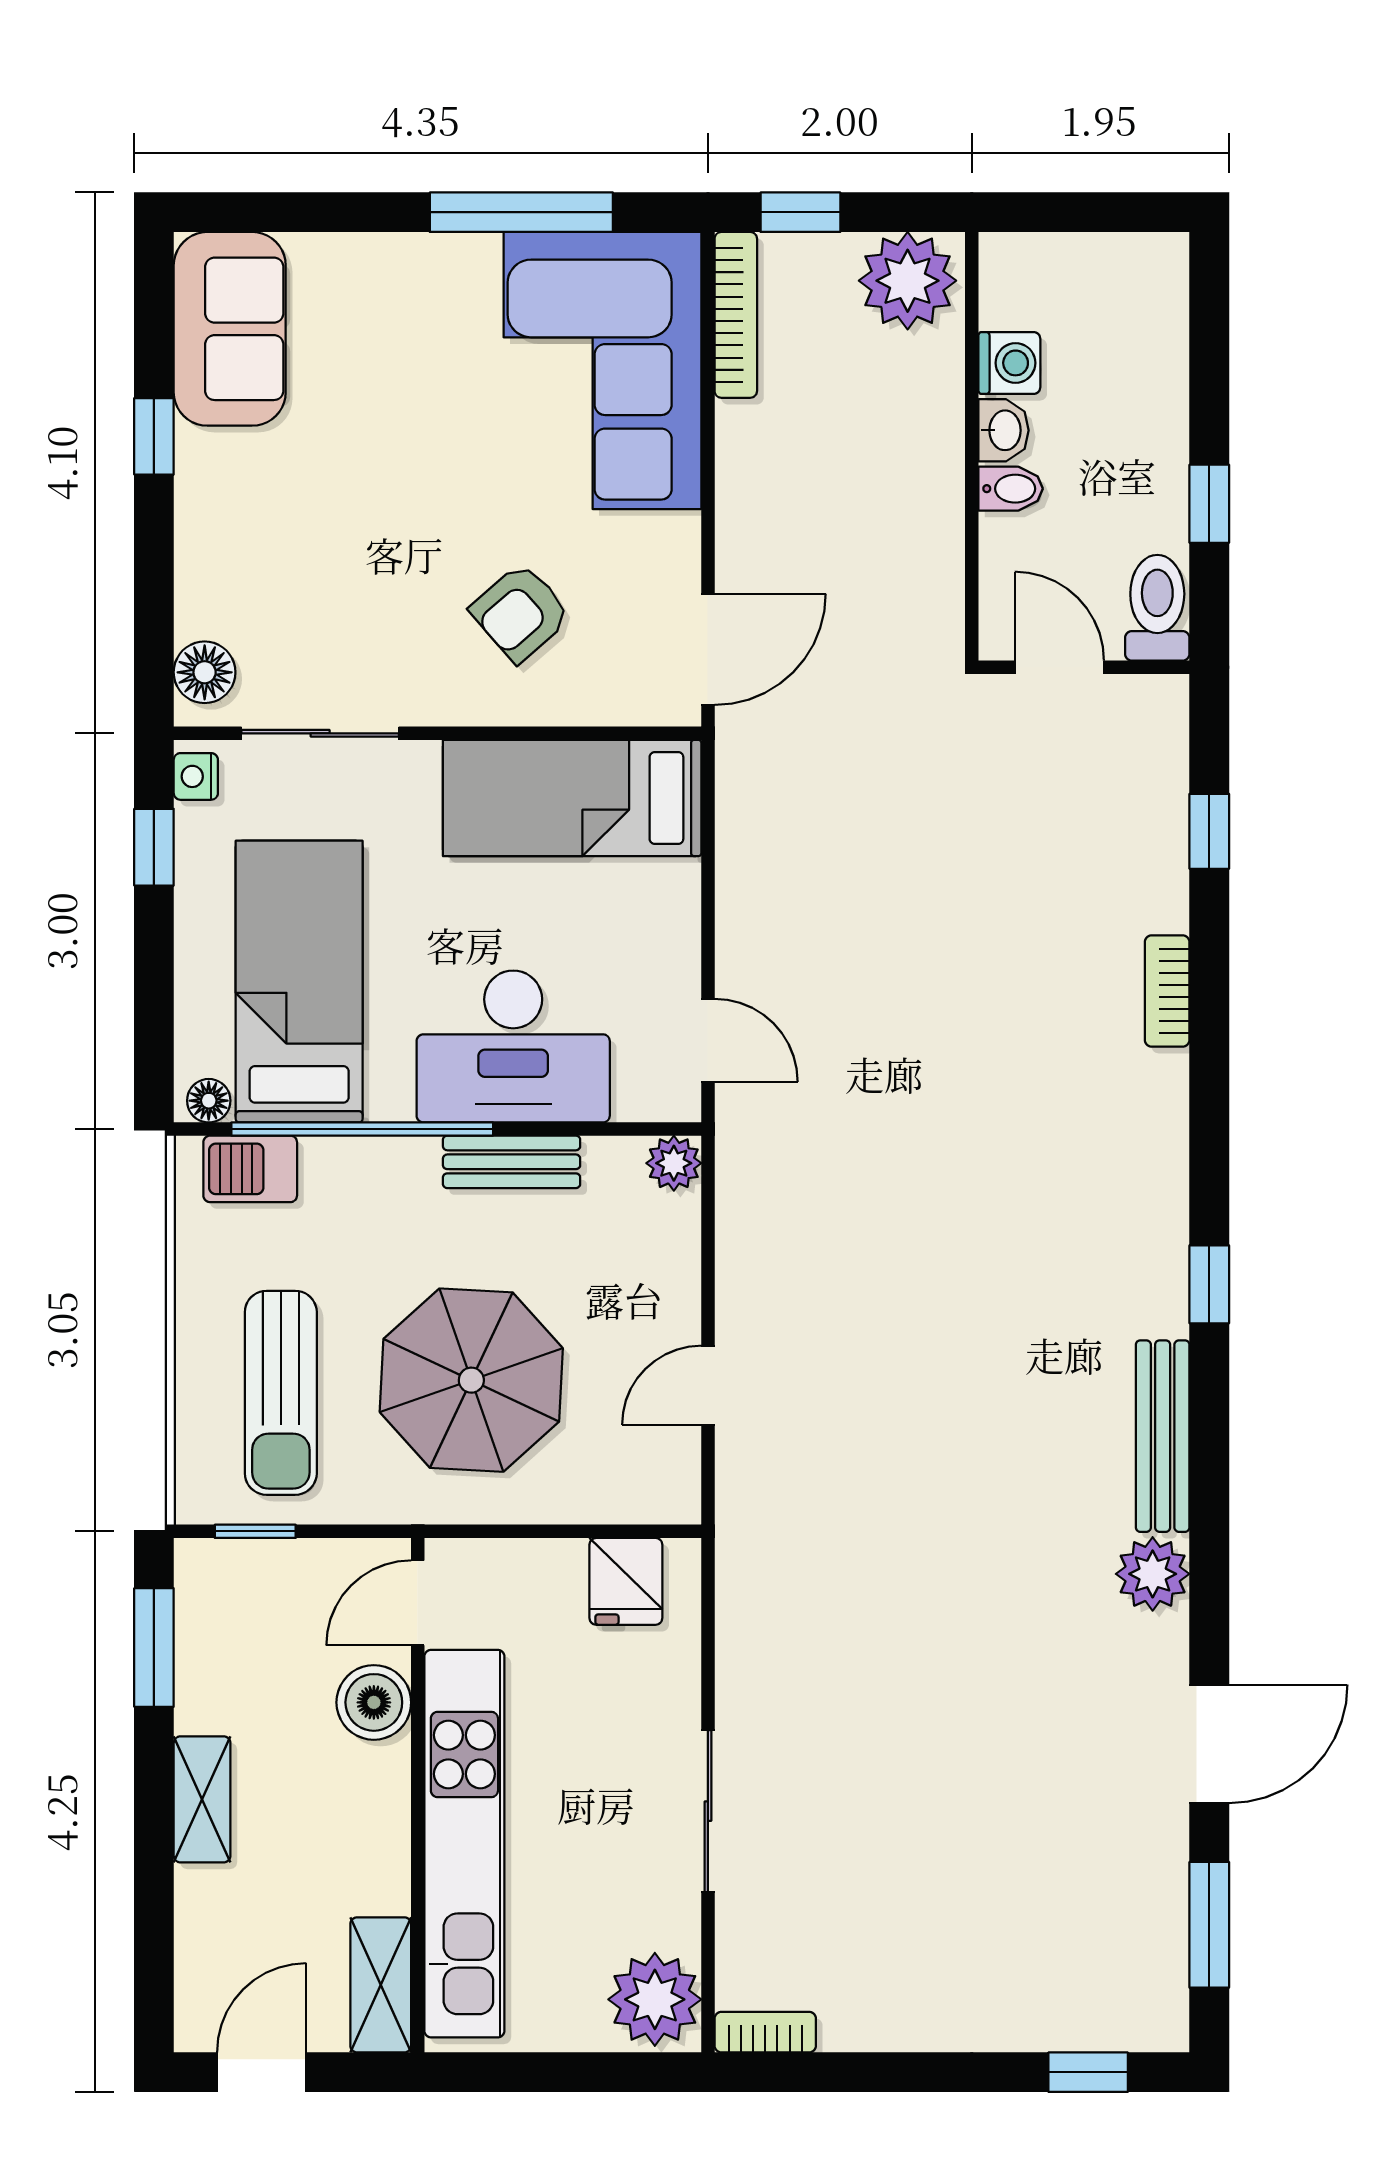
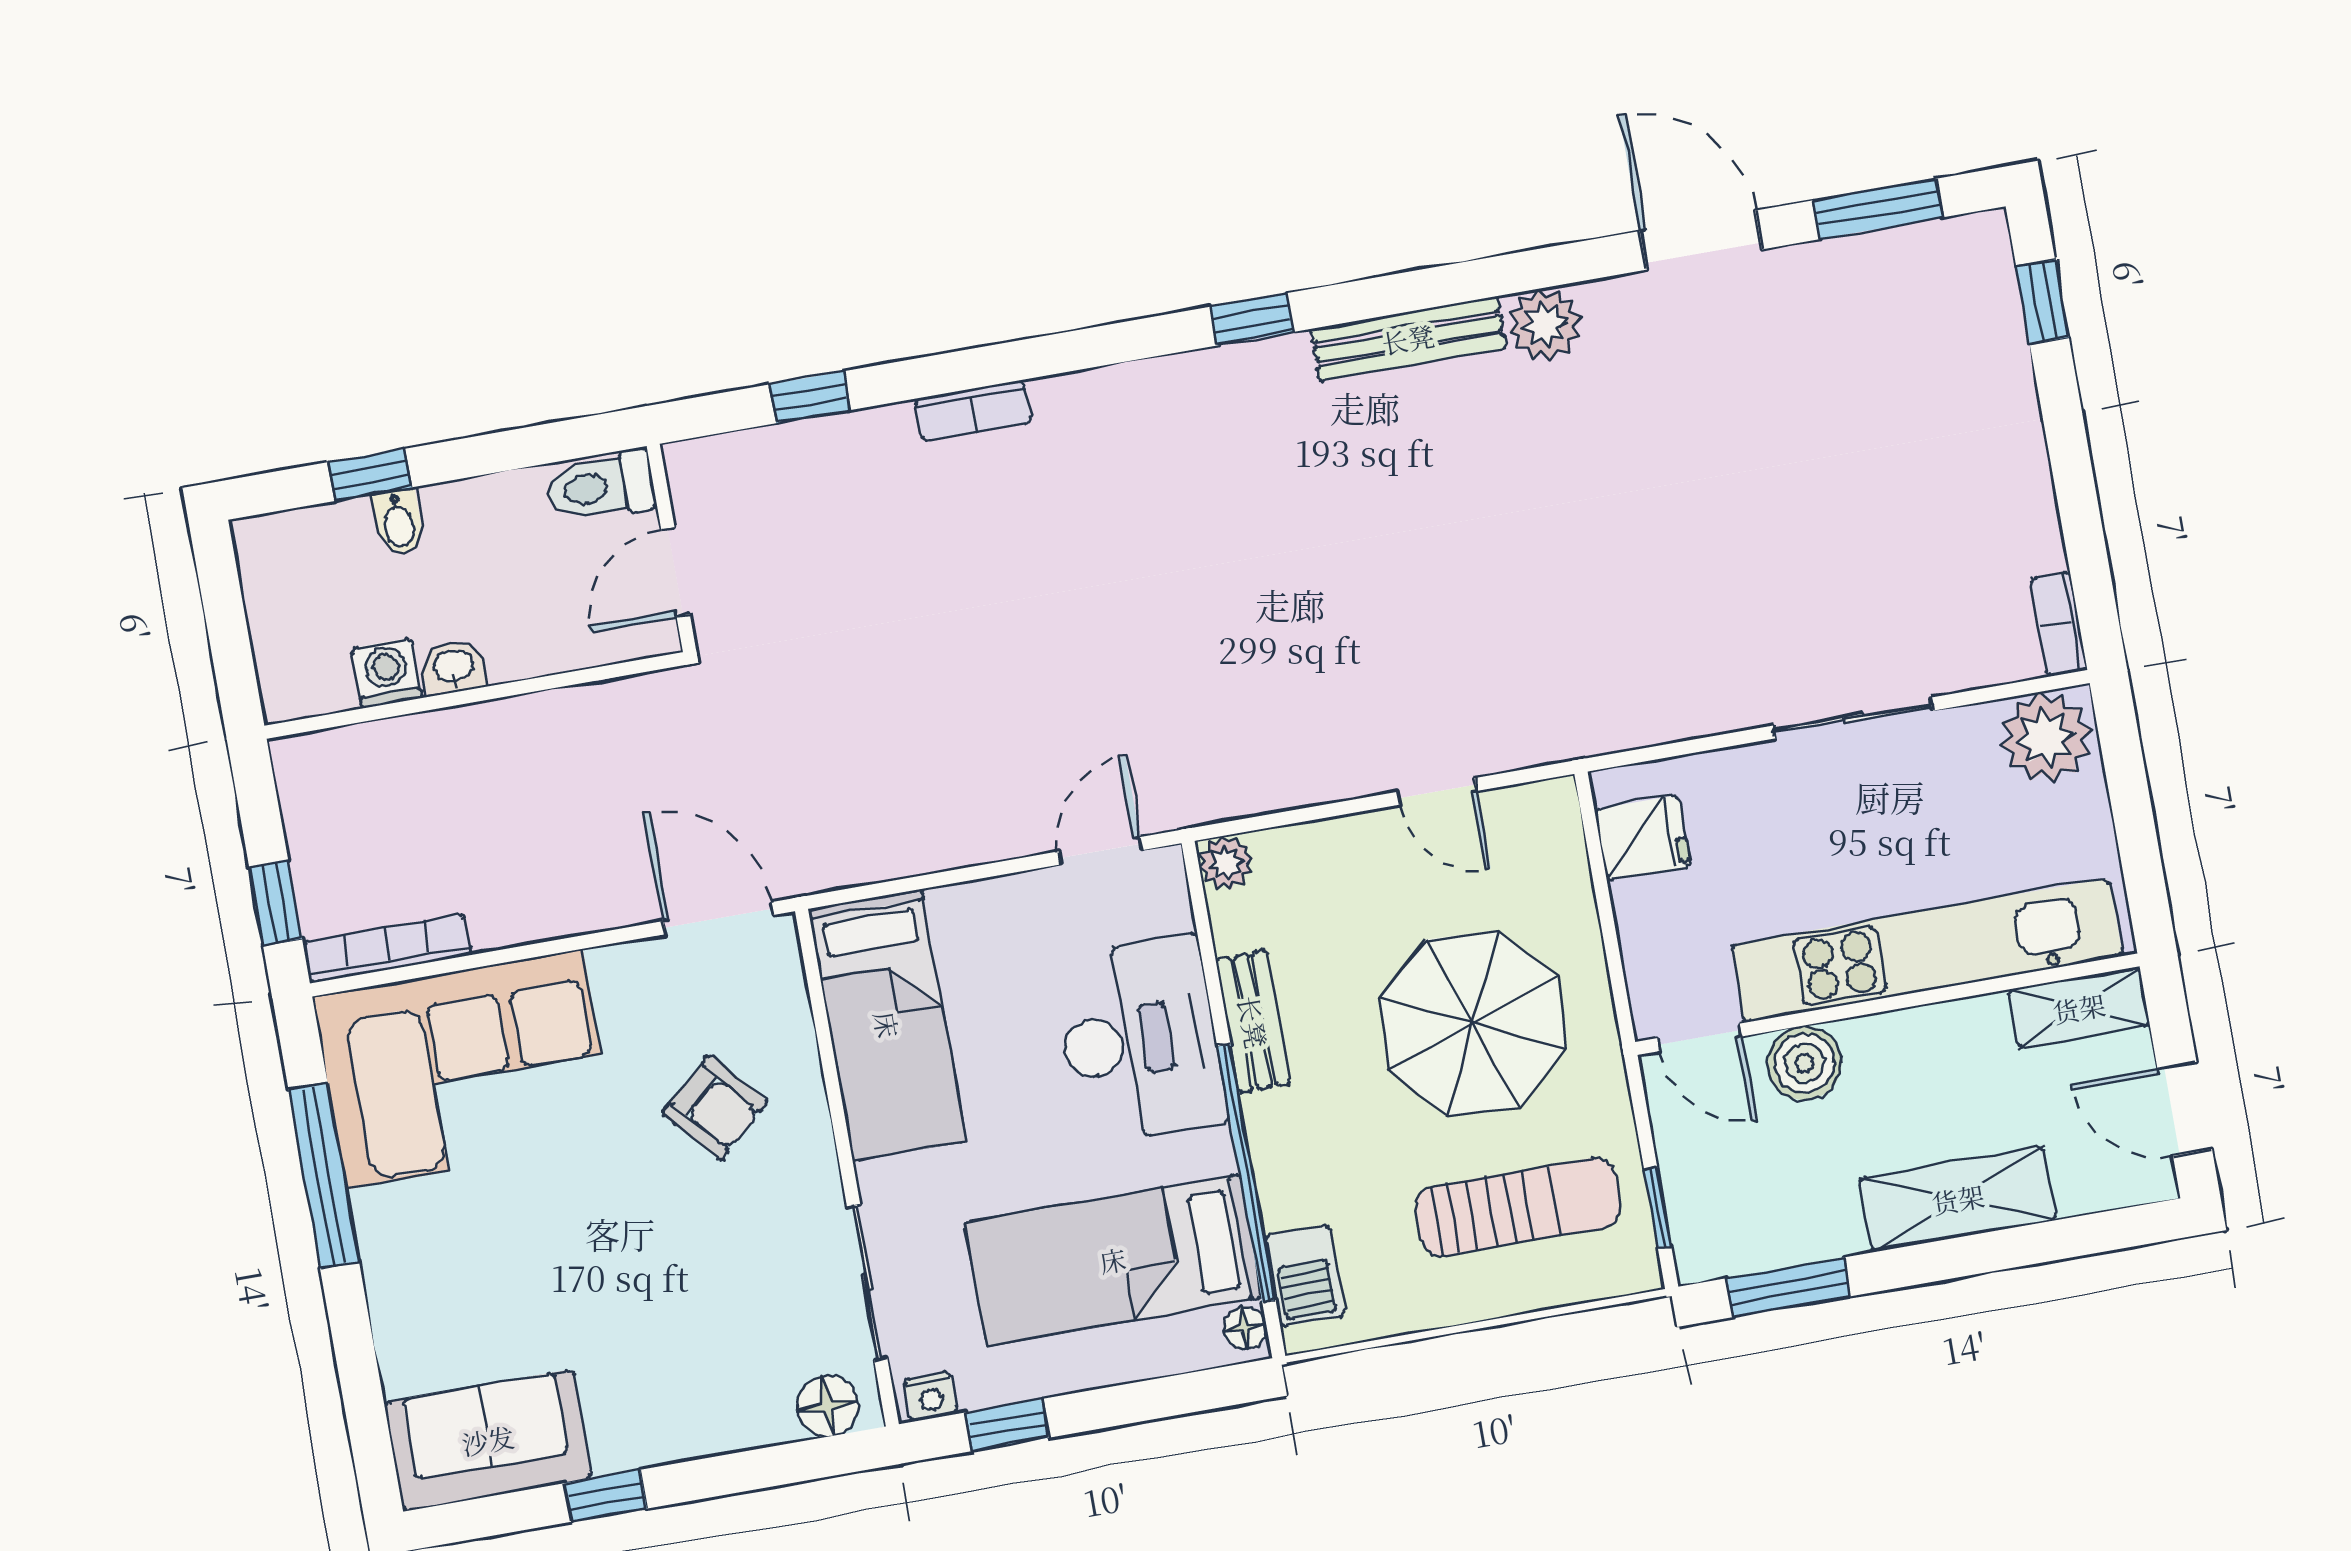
plant: (908, 281) -> (324, 787), removed
bidet: (1011, 489) -> (399, 522), moved, turned 180
window: (1209, 504) -> (370, 475), moved
shelving: (202, 1799) -> (1958, 1199), width x1.50, depth x1.33

